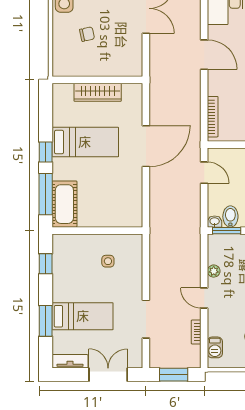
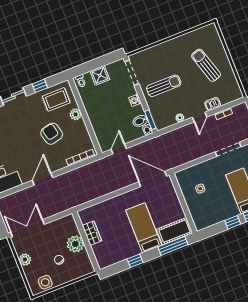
plant: (100, 64) -> (75, 244), added
wardrobe: (98, 92) -> (92, 233), width x0.67
bed: (85, 142) -> (144, 228), moved
door: (146, 146) -> (153, 179), moved
window: (46, 152) -> (135, 261), moved
window: (46, 264) -> (233, 222), moved
barbecue: (215, 347) -> (213, 104), moved

